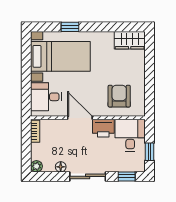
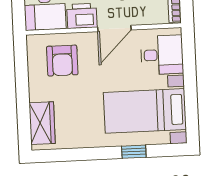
wardrobe: (130, 40) -> (42, 123), moved, turned 90
door: (80, 118) -> (114, 29), hinge flipped

